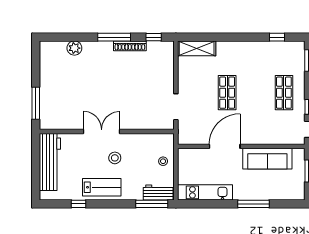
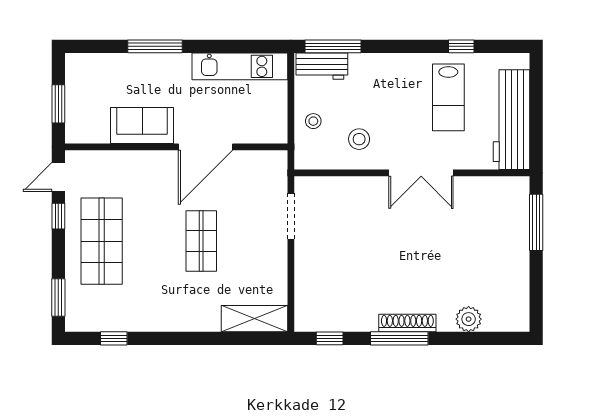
shoe rack: (130, 46) -> (407, 323), moved
shop shelf: (284, 93) -> (102, 241), width x1.43, depth x1.36
stool: (115, 158) -> (359, 139), moved
sofa: (267, 159) -> (142, 126), width x0.73
lab bench: (102, 187) -> (448, 97), moved, turned -90

